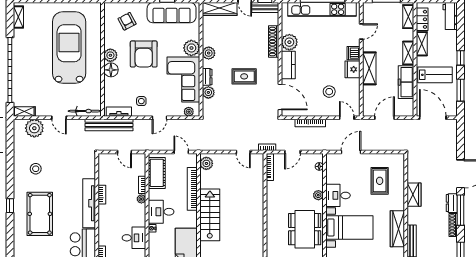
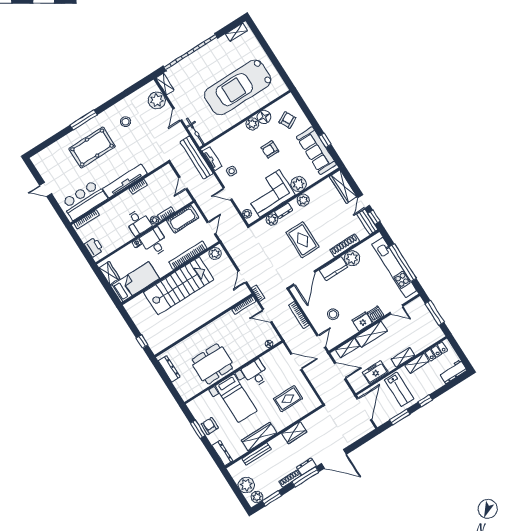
shelving: (408, 17) -> (348, 348), moved
car: (69, 48) -> (238, 87), turned 180
armchair: (144, 54) -> (270, 149), width x0.53, depth x0.53
floor lamp: (111, 70) -> (264, 117), moved
rug: (244, 76) -> (302, 240), width x1.36, depth x1.43
freezer: (406, 82) -> (375, 372), width x0.71
plant: (318, 195) -> (246, 357), removed
window: (10, 206) -> (84, 120), width x2.17
stairs: (210, 215) -> (179, 286), width x1.36, depth x1.51
desk: (134, 238) -> (138, 222), moved

